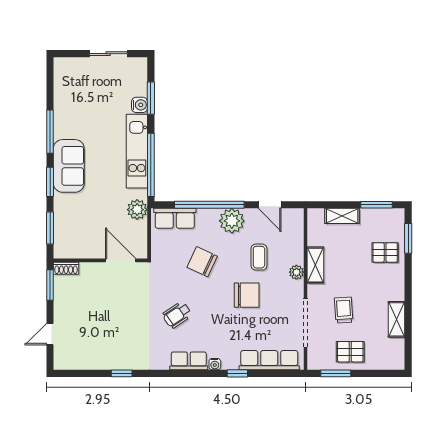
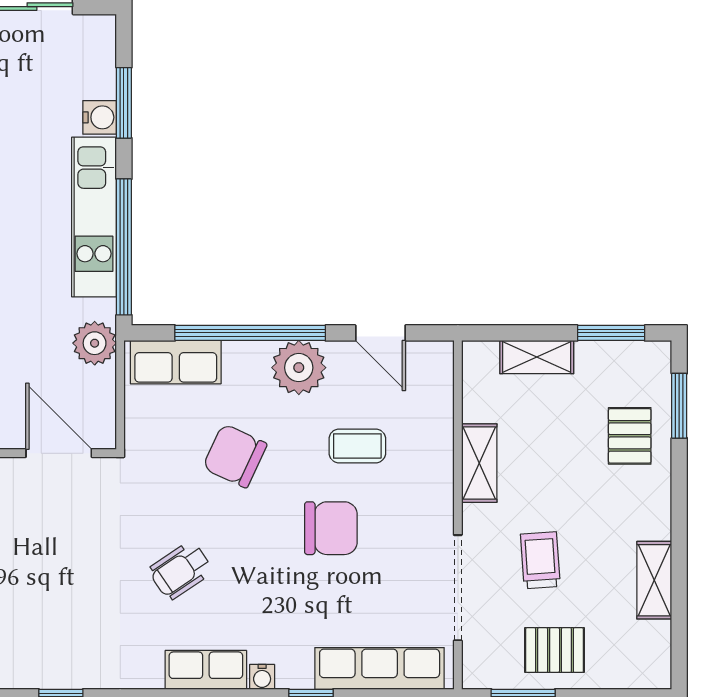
pallet: (385, 252) -> (630, 436), turned 90
coffee table: (259, 257) -> (357, 446), turned 90
plant: (296, 272) -> (438, 479), removed

